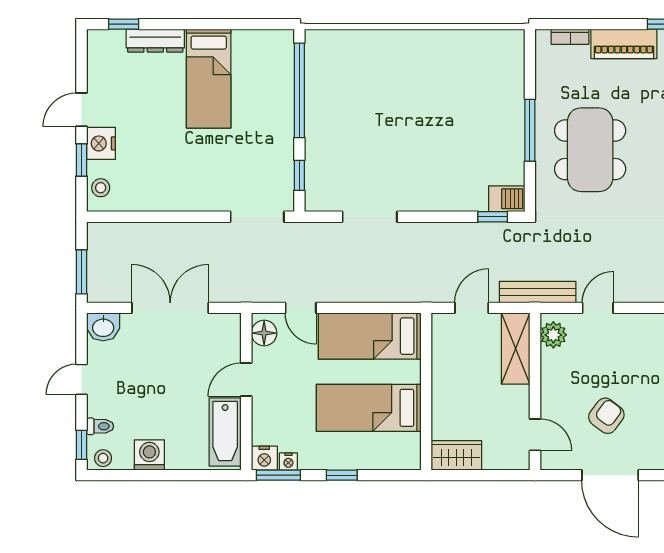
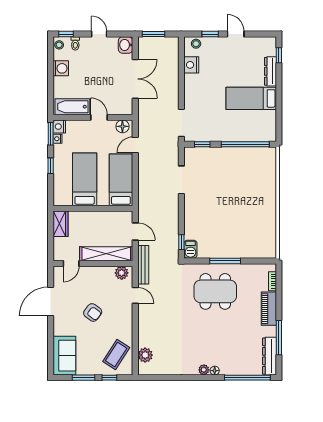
nightstand: (101, 143) -> (191, 65), moved, turned -90
shelving: (516, 349) -> (106, 254), width x1.47
armchair: (606, 416) -> (93, 312), moved

